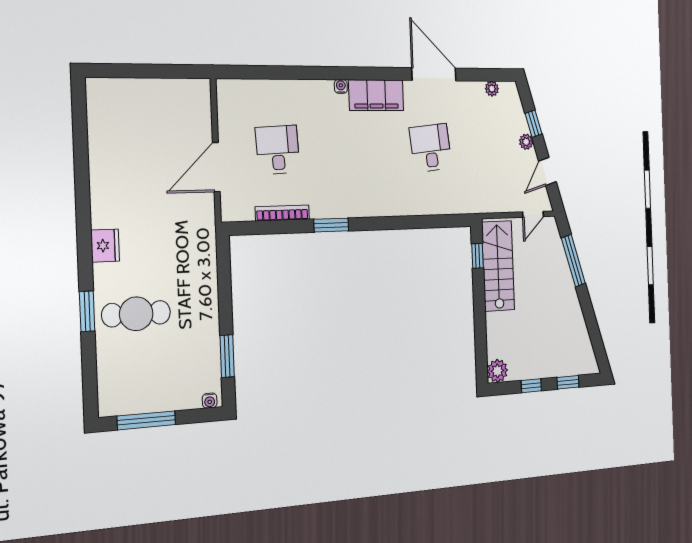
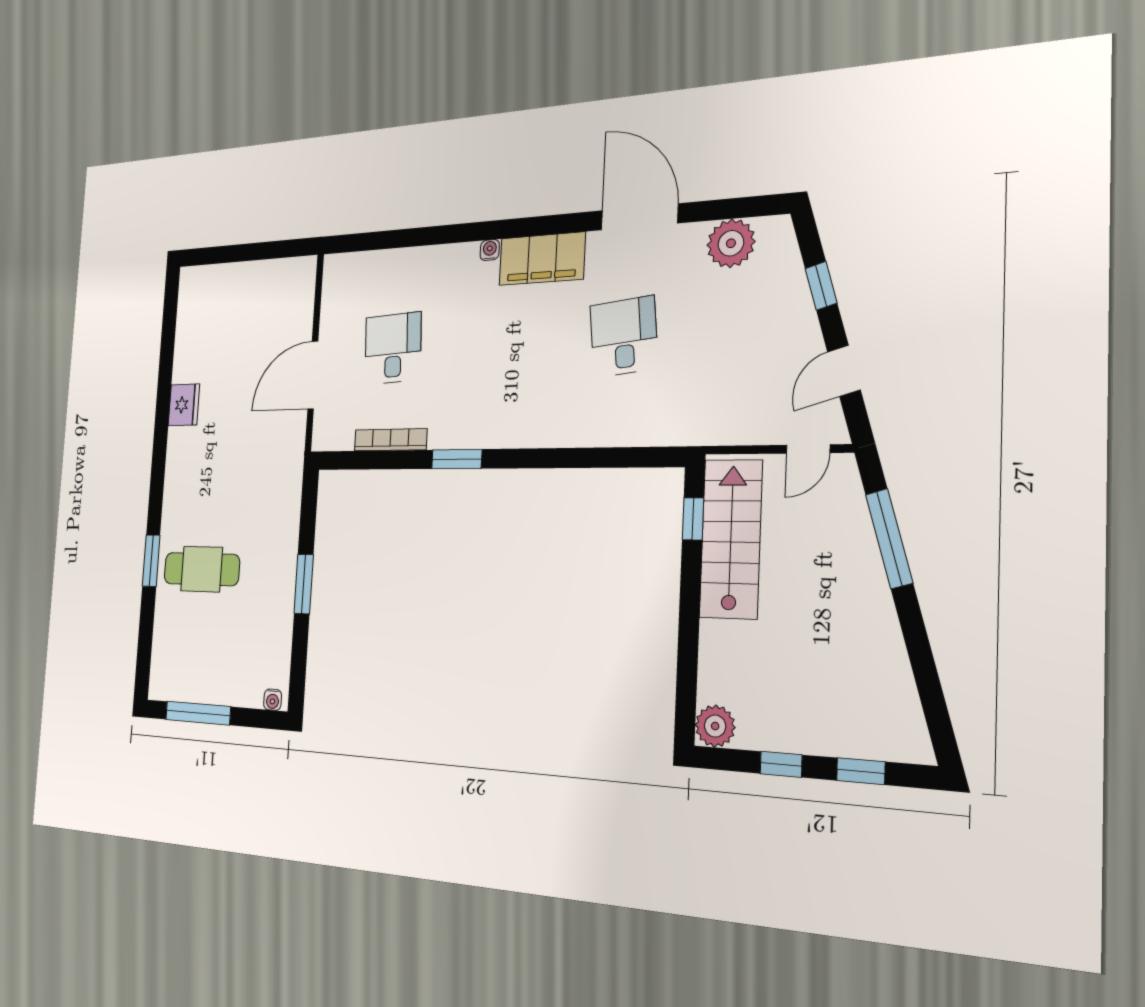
plant: (492, 89) -> (731, 243), width x1.87, depth x1.87
plant: (526, 142) -> (803, 319), removed
fridge: (105, 246) -> (184, 405), moved
window: (227, 356) -> (304, 584), moved

